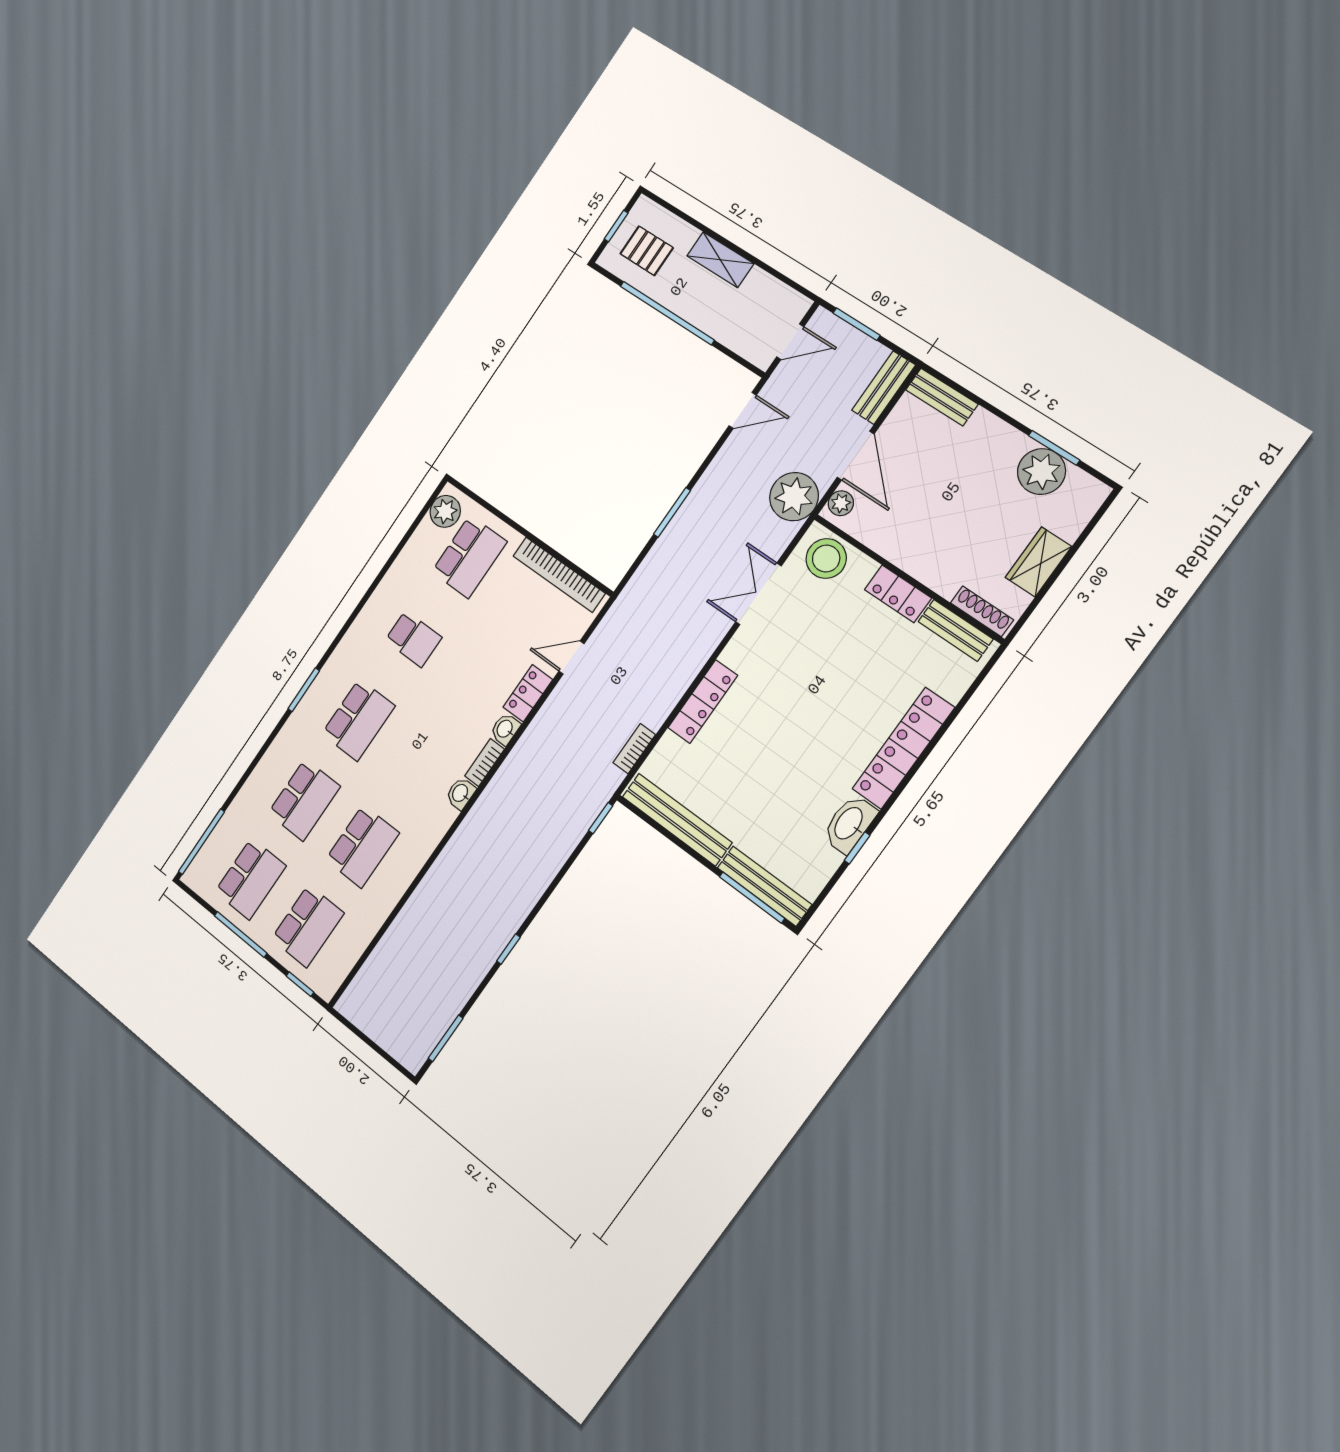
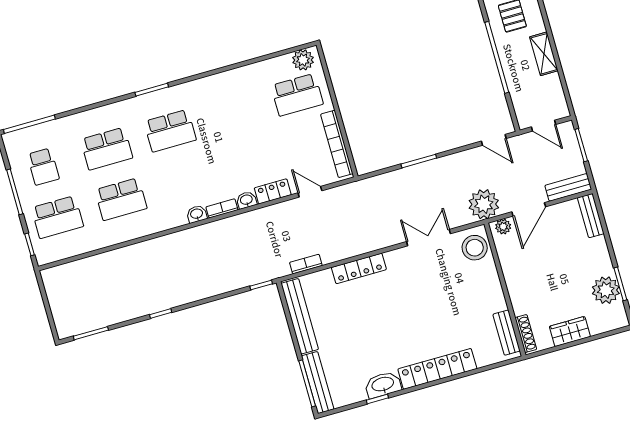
locker: (898, 594) -> (494, 293), removed
school desk: (413, 639) -> (234, 113), removed
school desk: (250, 879) -> (43, 167), width x0.54

